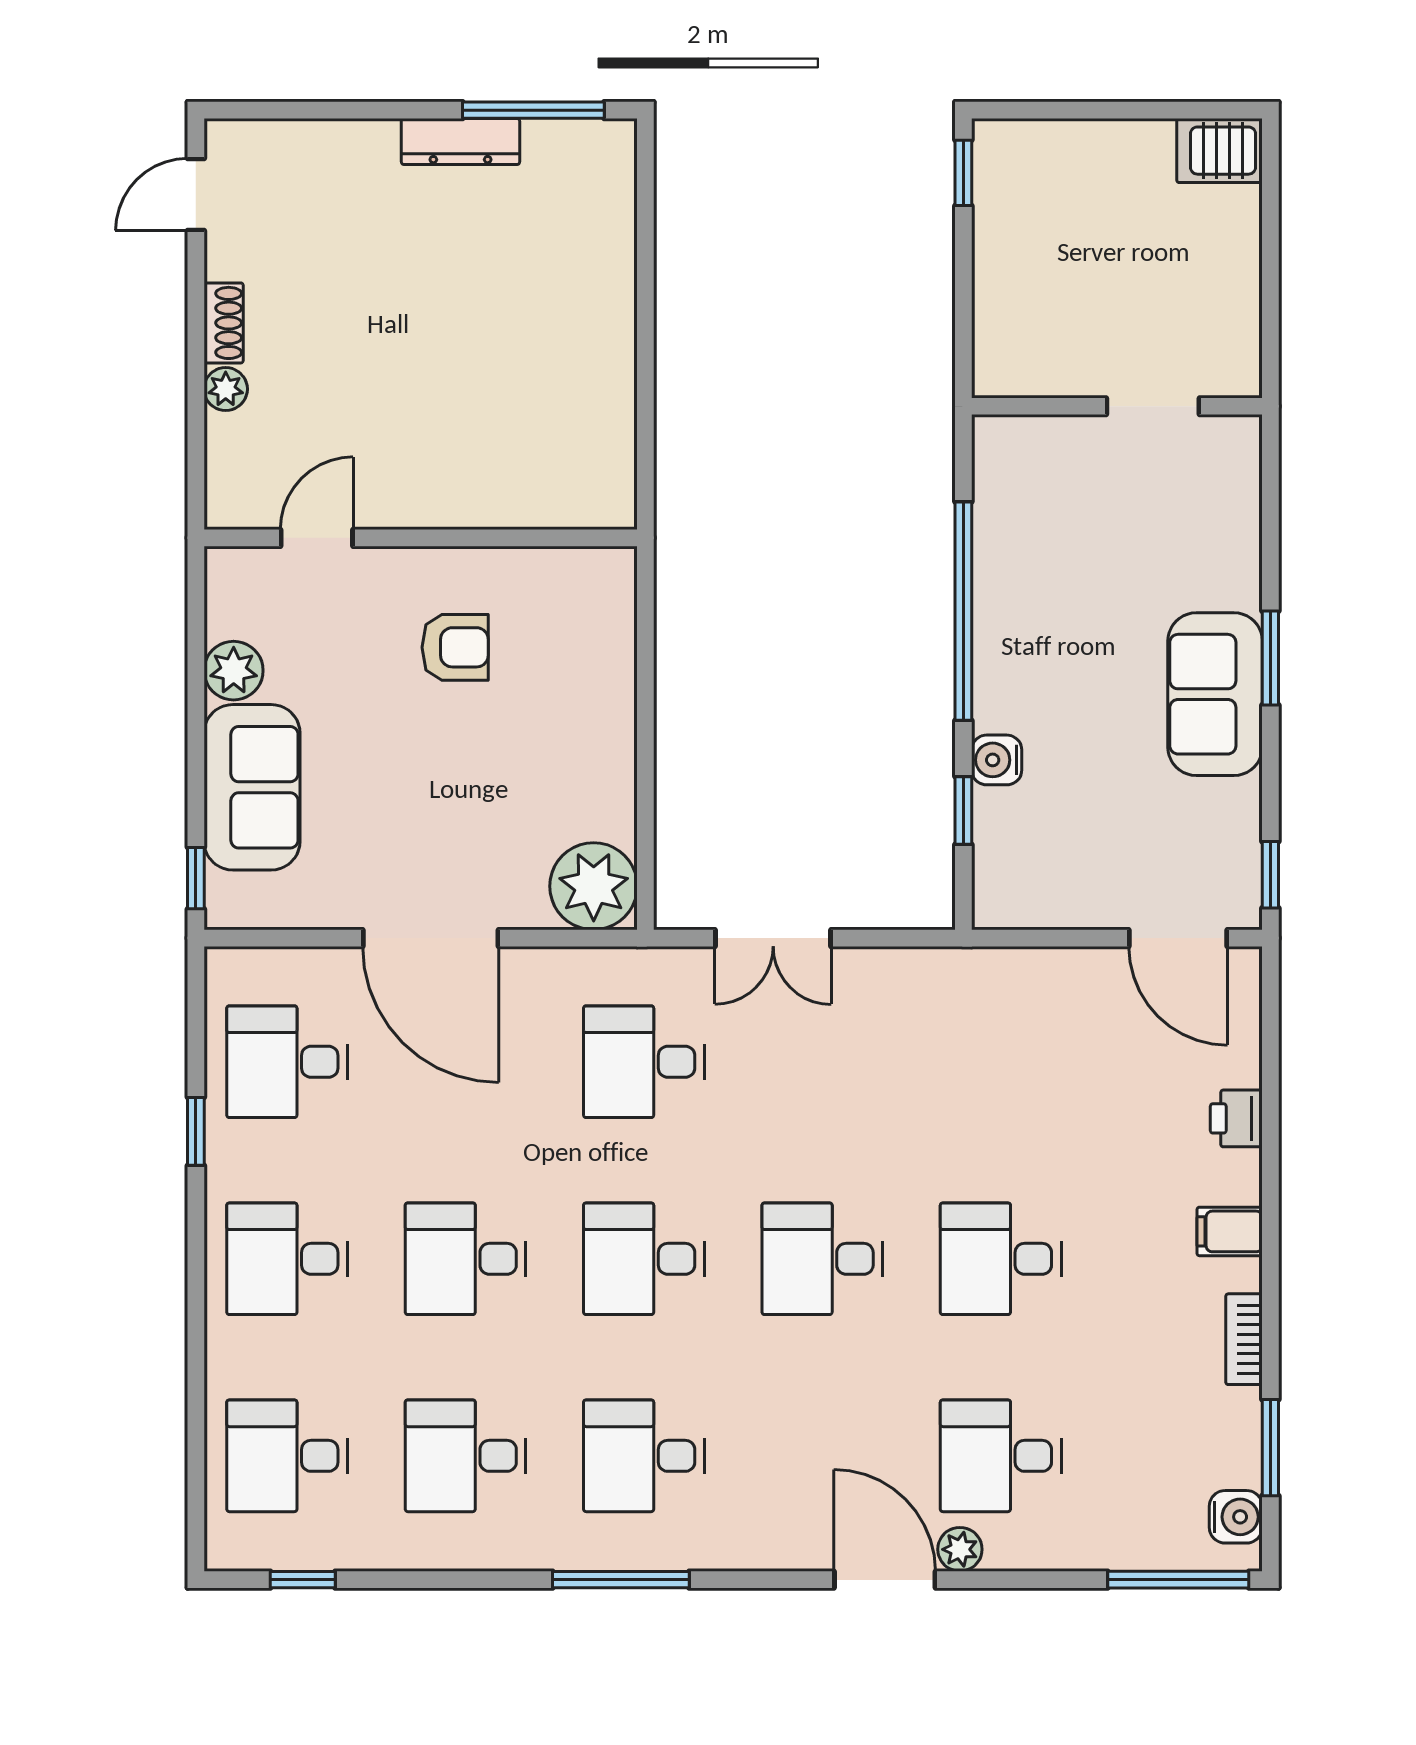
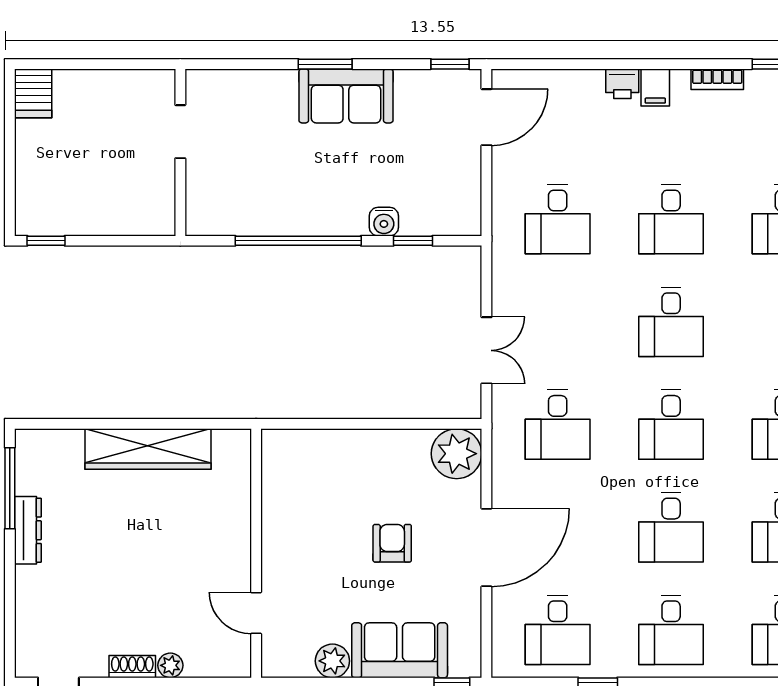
wardrobe: (602, 350) -> (148, 449), added
armchair: (455, 647) -> (392, 543), moved
desk: (1001, 1062) -> (558, 219), added
printer: (1236, 1118) -> (622, 84), moved

